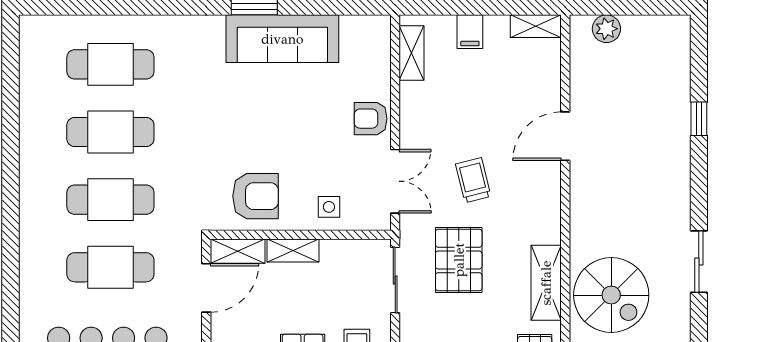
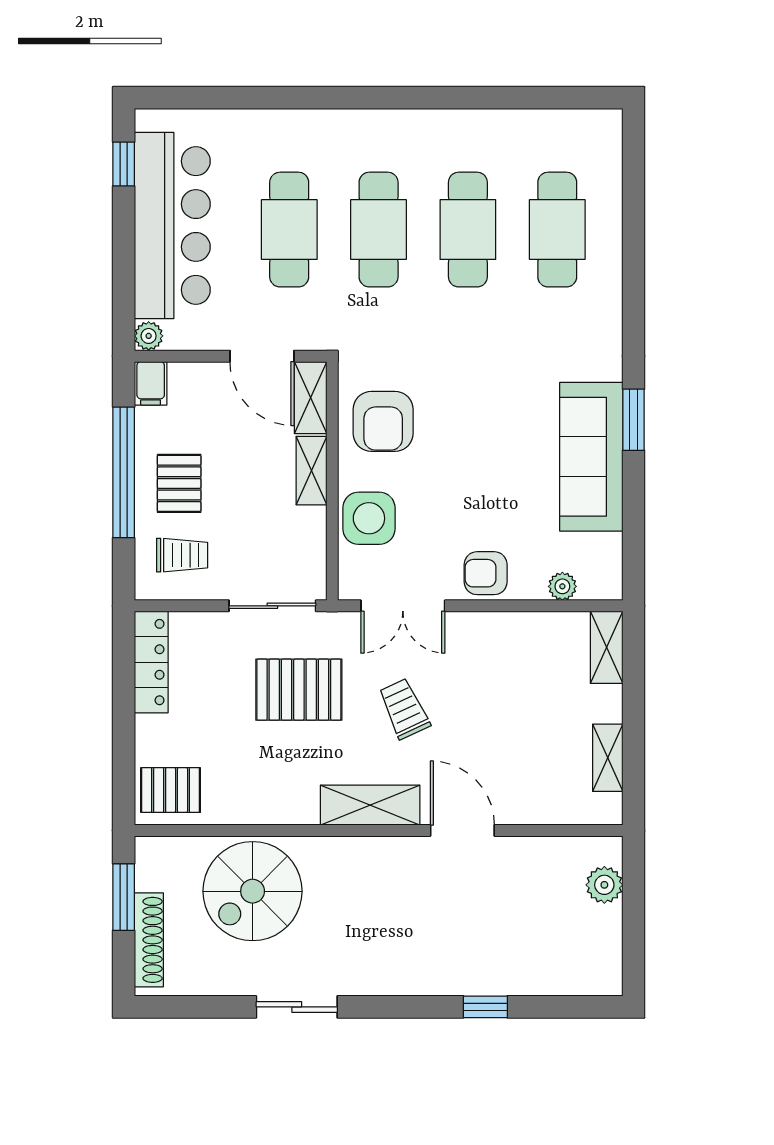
shelving: (536, 26) -> (608, 758), moved
filing cabinet: (470, 32) -> (600, 704), removed
shelving: (412, 53) -> (607, 647), moved, turned 90
plant: (380, 60) -> (562, 586), added
armchair: (371, 119) -> (486, 573), turned -90
trolley: (473, 180) -> (404, 709), turned -101
side table: (329, 207) -> (369, 518), width x1.87, depth x1.87
shelving: (546, 283) -> (370, 805), moved

